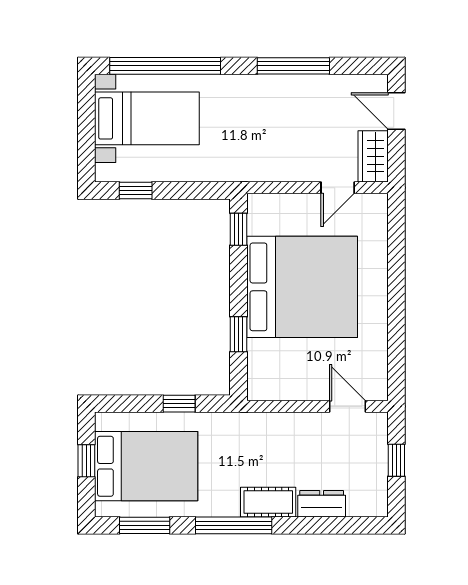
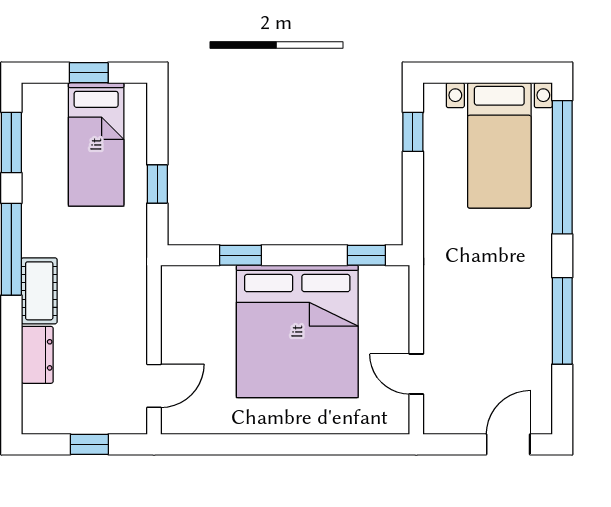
wardrobe: (373, 156) -> (454, 416), removed
bed: (146, 466) -> (96, 144), width x0.67

